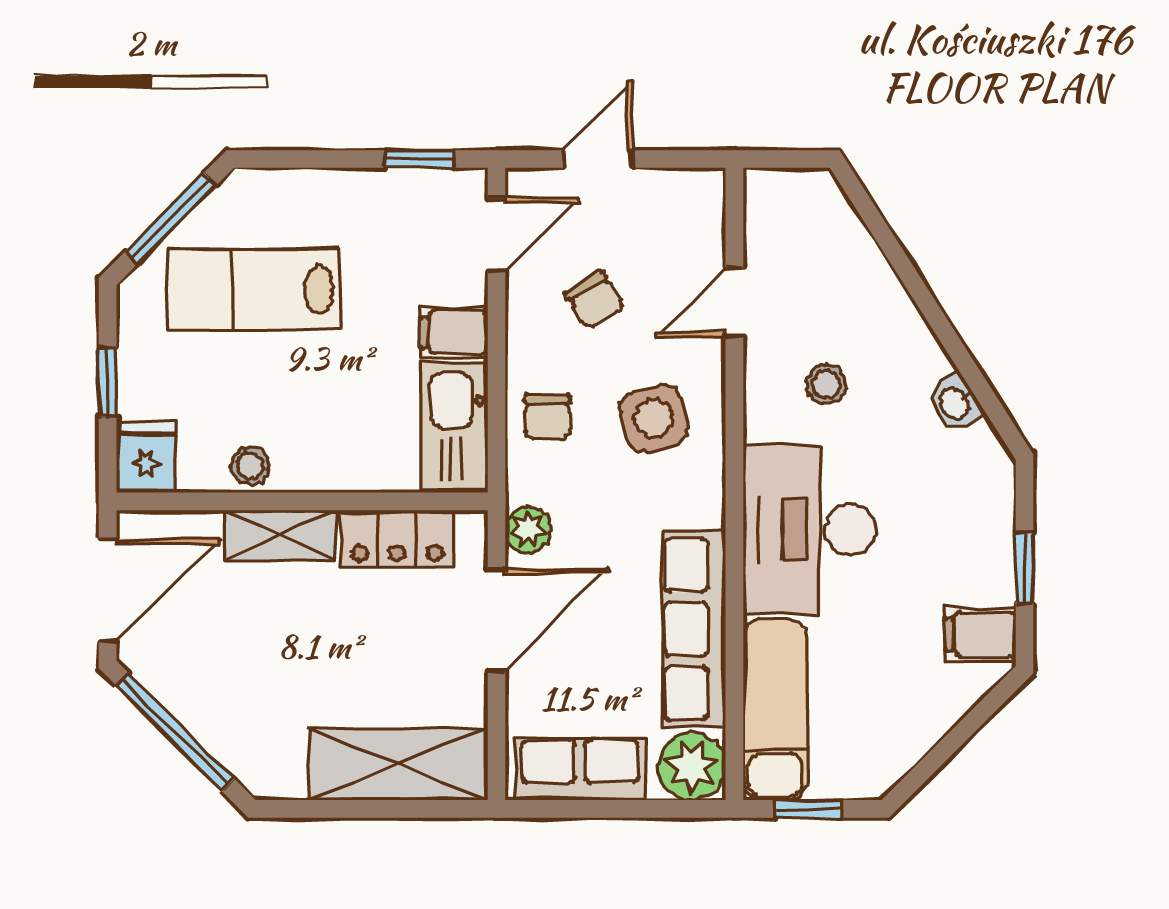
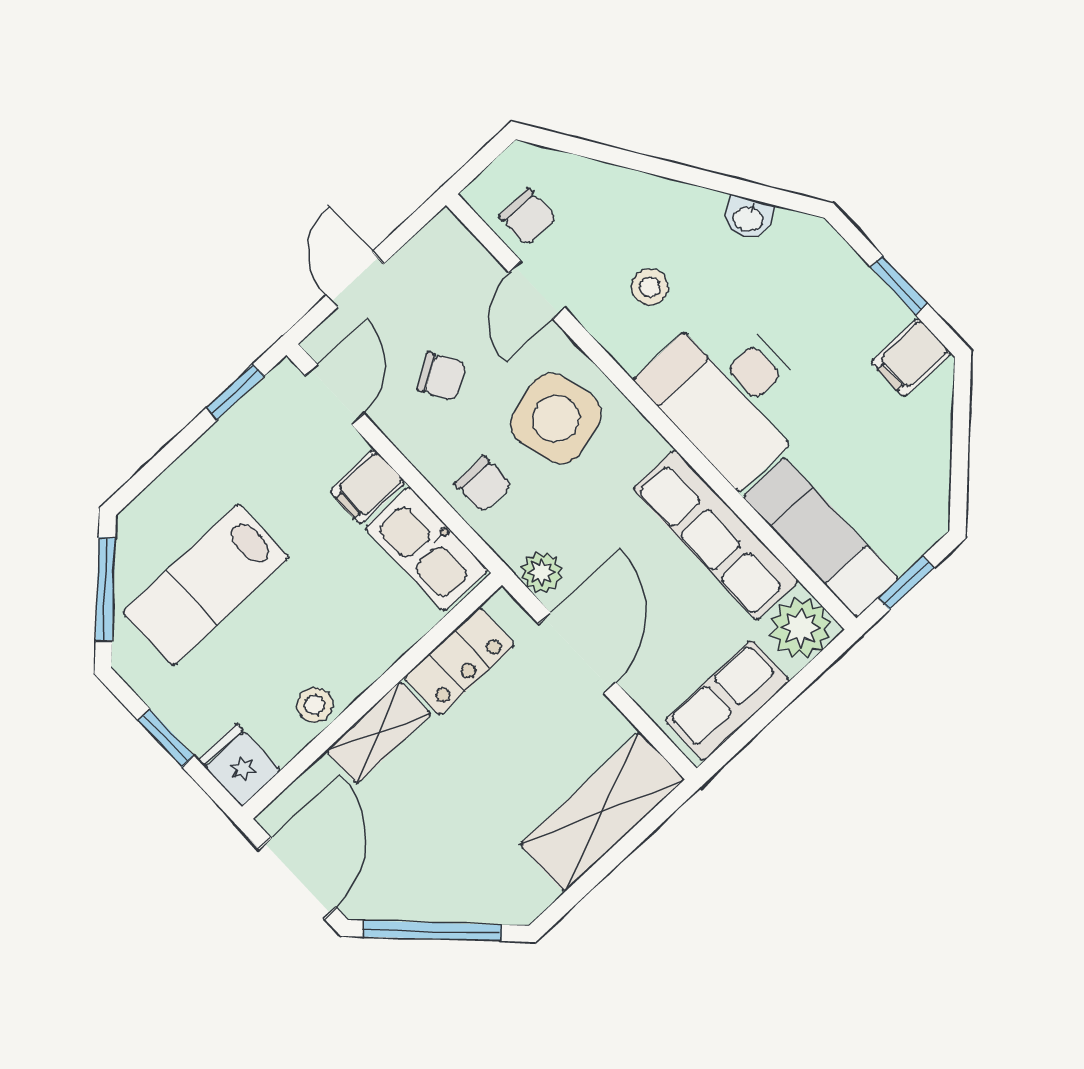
chair: (782, 238) -> (528, 217), added
side table: (654, 419) -> (556, 419), width x1.37, depth x1.37

